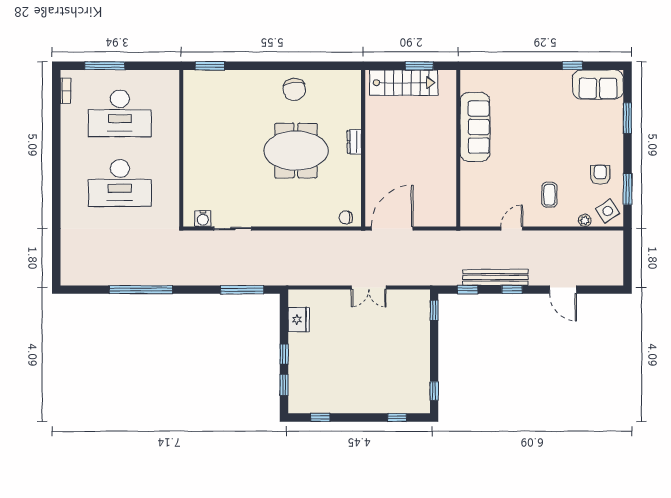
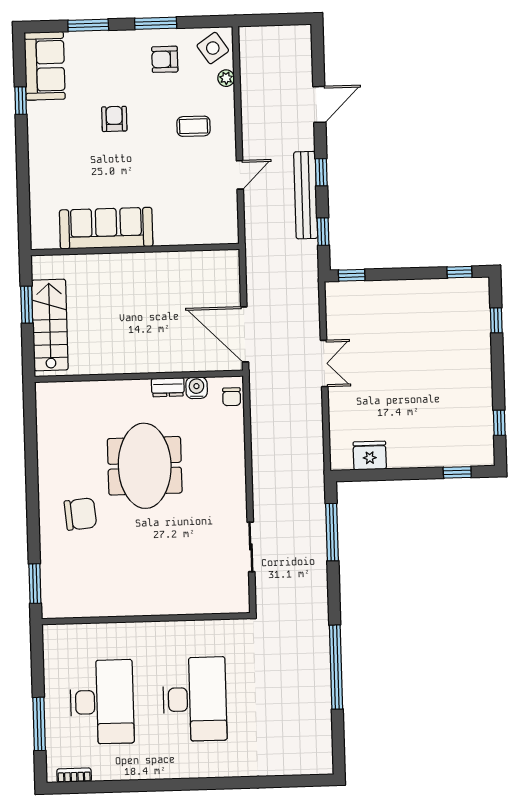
chair: (294, 89) -> (80, 514), moved
armchair: (557, 136) -> (114, 119), added
dresser: (354, 142) -> (168, 387), moved
window: (628, 189) -> (156, 23), moved
water cooler: (203, 219) -> (197, 388), moved, turned -90
door: (512, 228) -> (240, 175), swing flipped
window: (284, 354) -> (416, 474), removed

